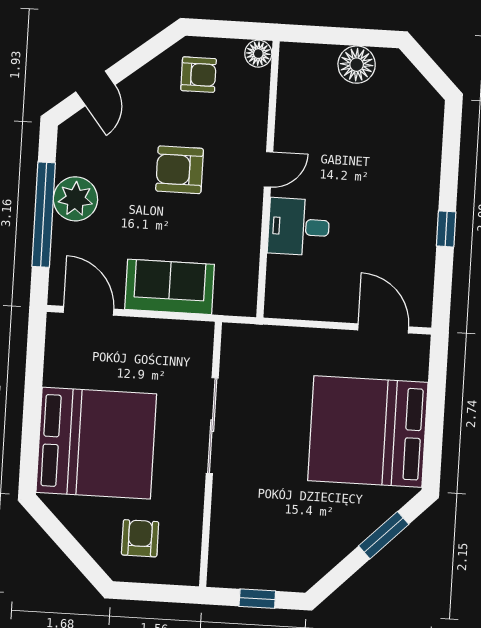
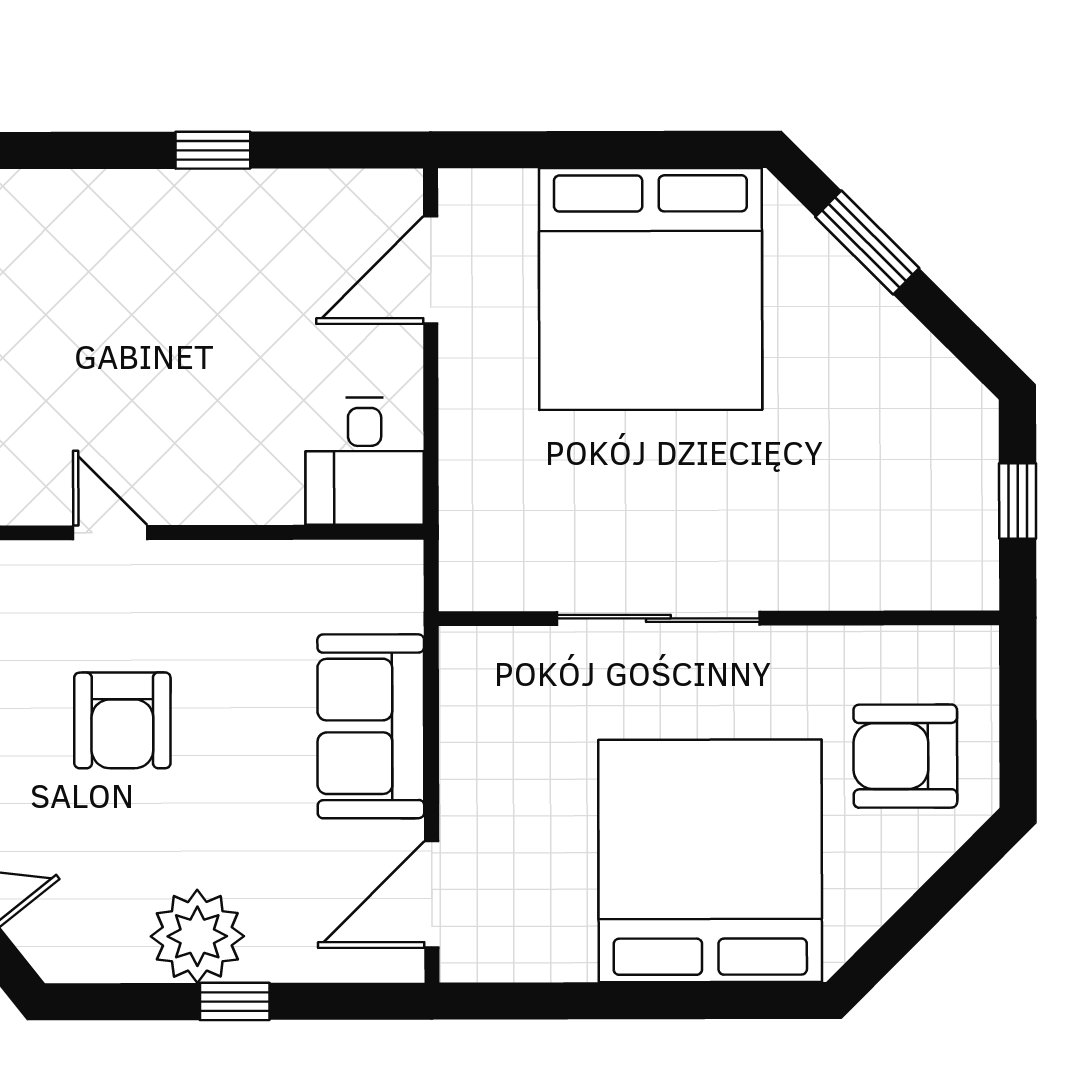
window: (44, 215) -> (235, 1001), width x0.32
desk: (299, 227) -> (365, 461), moved
armchair: (140, 538) -> (905, 756), width x1.38, depth x1.38

